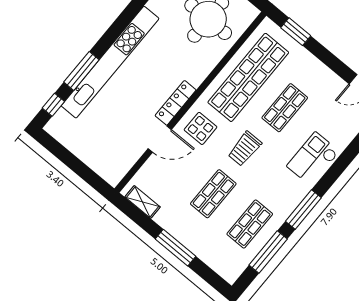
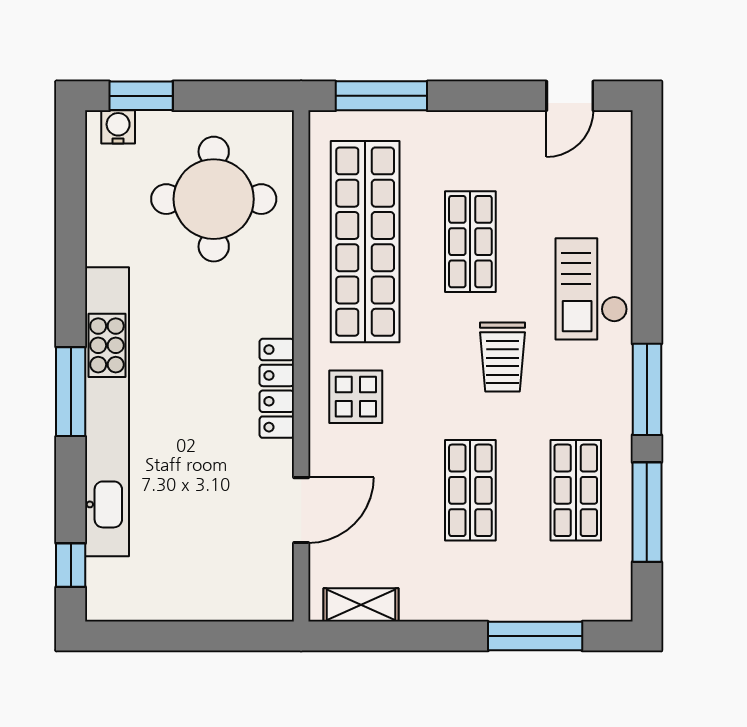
window: (296, 32) -> (381, 96), width x1.44
window: (81, 71) -> (71, 392), moved
door: (160, 139) -> (301, 510), moved
trolley: (245, 149) -> (503, 357), moved
window: (176, 248) -> (535, 636), moved

